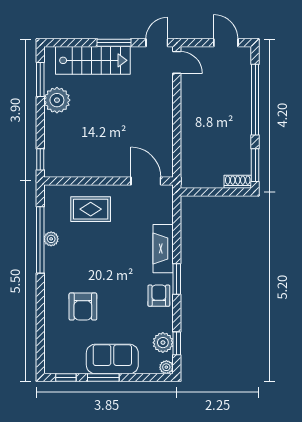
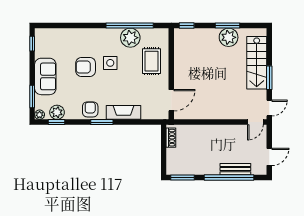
door: (157, 43) -> (269, 108), hinge flipped
window: (40, 80) -> (228, 25), moved
bench: (243, 91) -> (235, 169), added
shoe rack: (238, 182) -> (171, 138), moved
plant: (51, 239) -> (130, 38), width x1.87, depth x1.87
side table: (93, 267) -> (110, 63), added
armchair: (159, 296) -> (90, 109), turned -90
armchair: (83, 307) -> (86, 67), moved
window: (103, 378) -> (32, 97), moved

